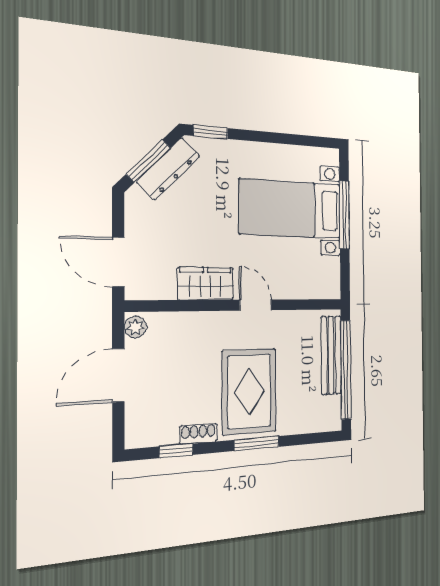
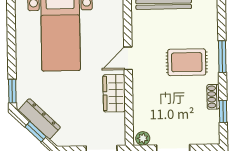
window: (148, 161) -> (35, 132), width x0.67
rug: (249, 391) -> (187, 62), width x0.73, depth x0.70

